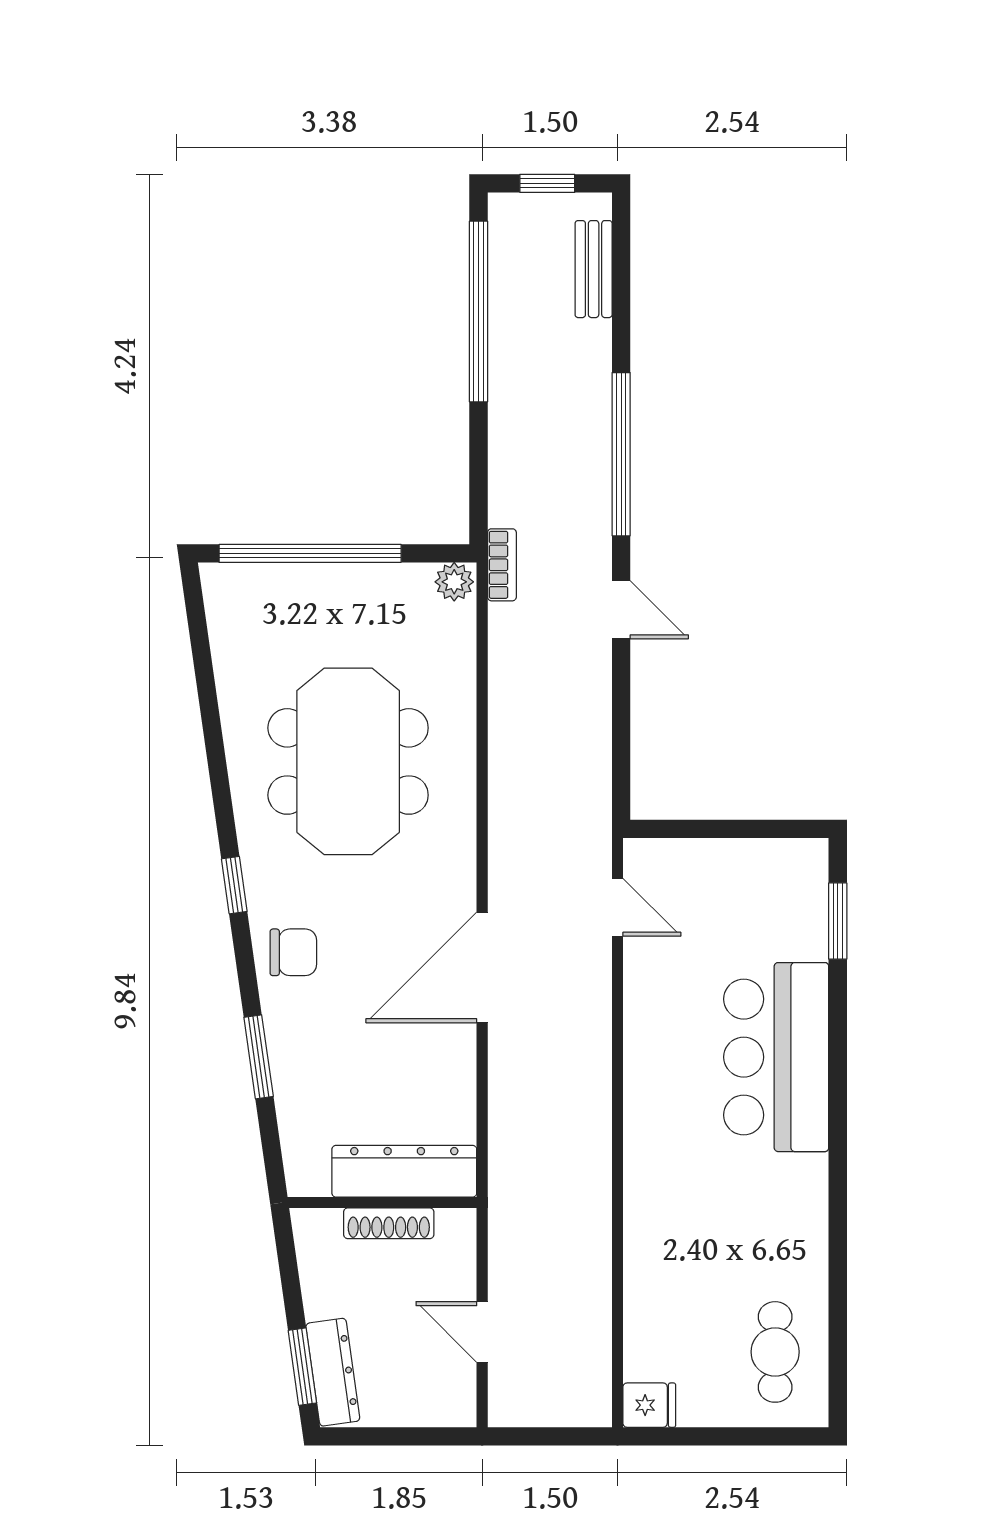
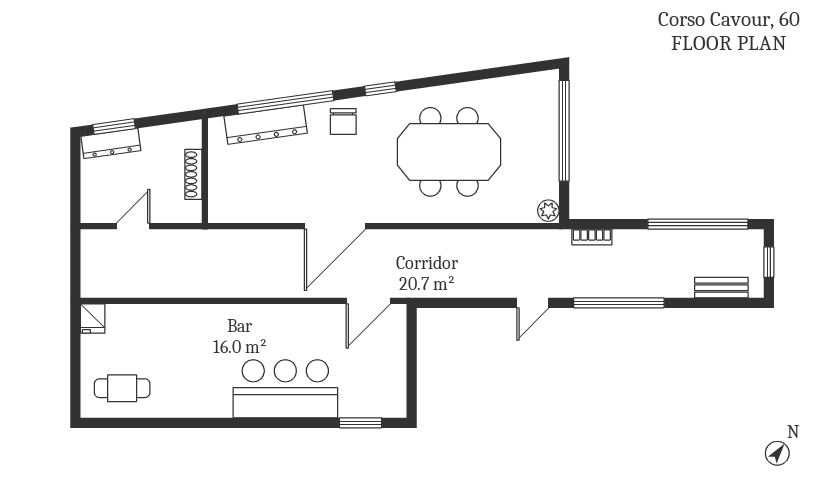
bookcase: (502, 565) -> (592, 237), moved
door: (618, 907) -> (368, 301), width x1.38
door: (482, 967) -> (335, 226), swing flipped
window: (259, 1057) -> (285, 102), width x2.11
dresser: (404, 1171) -> (266, 125), moved, turned 82

